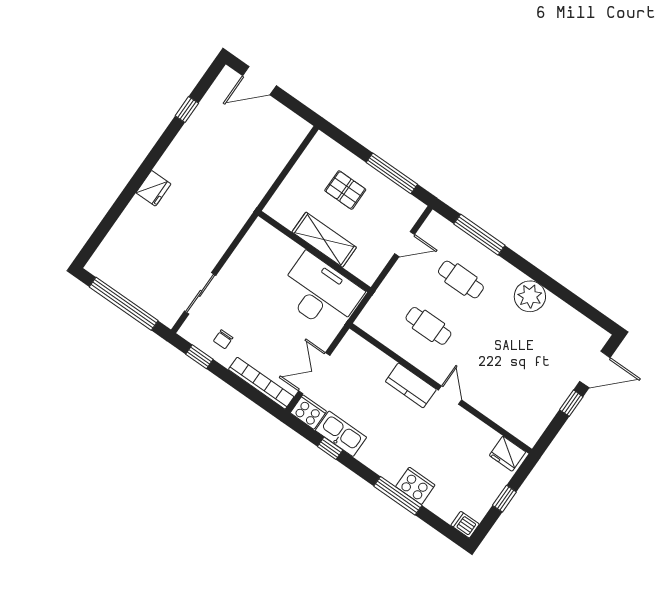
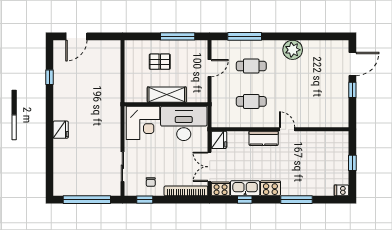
corner desk: (267, 255) -> (143, 123), added
fridge: (508, 454) -> (219, 140), moved, turned -90
cooker: (415, 486) -> (270, 188), moved

